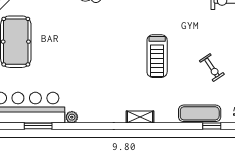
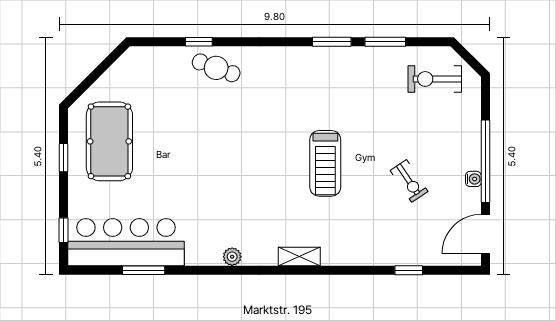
exercise mat: (200, 113) -> (390, 251), removed
plant: (72, 117) -> (232, 257), moved

